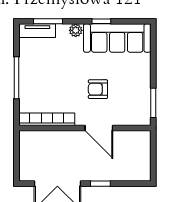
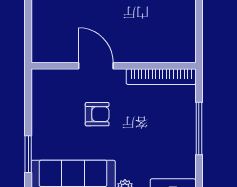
window: (153, 103) -> (28, 154), moved

